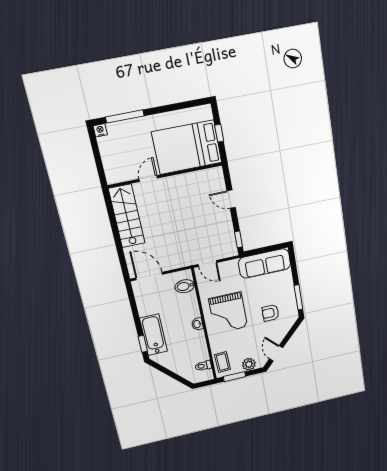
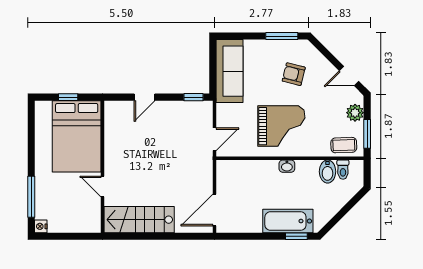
bidet: (185, 286) -> (328, 172), moved
armchair: (271, 313) -> (294, 74), turned 104

